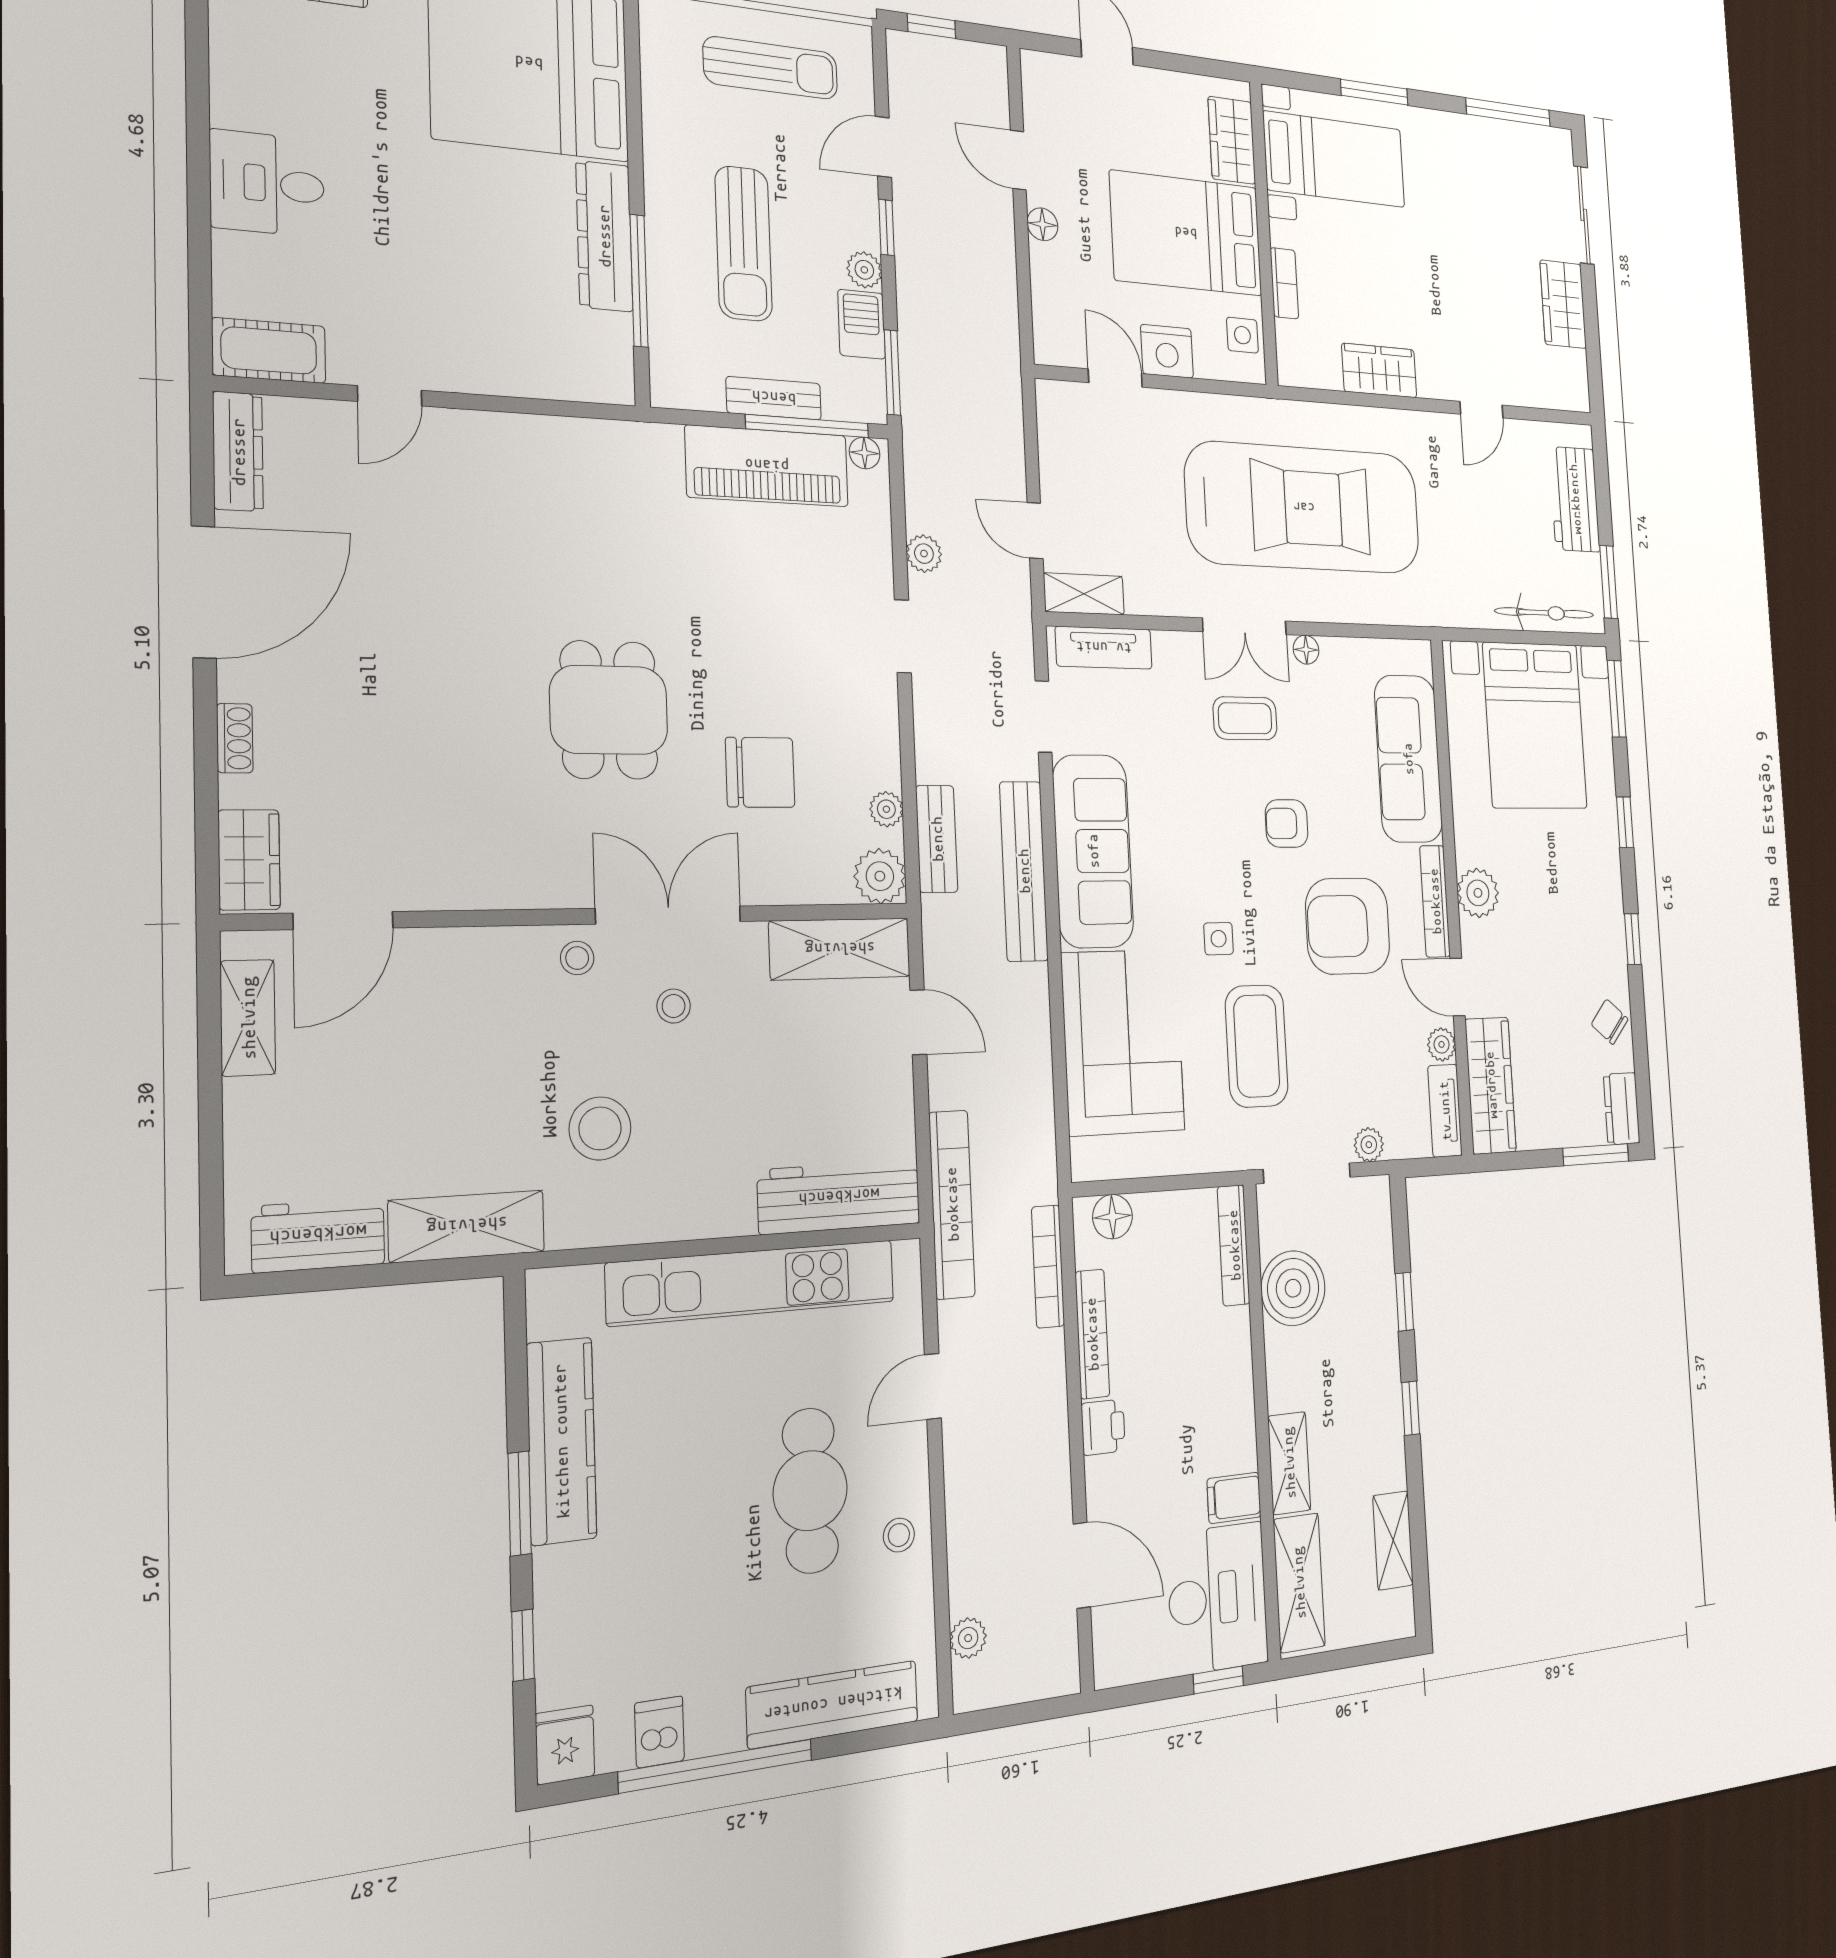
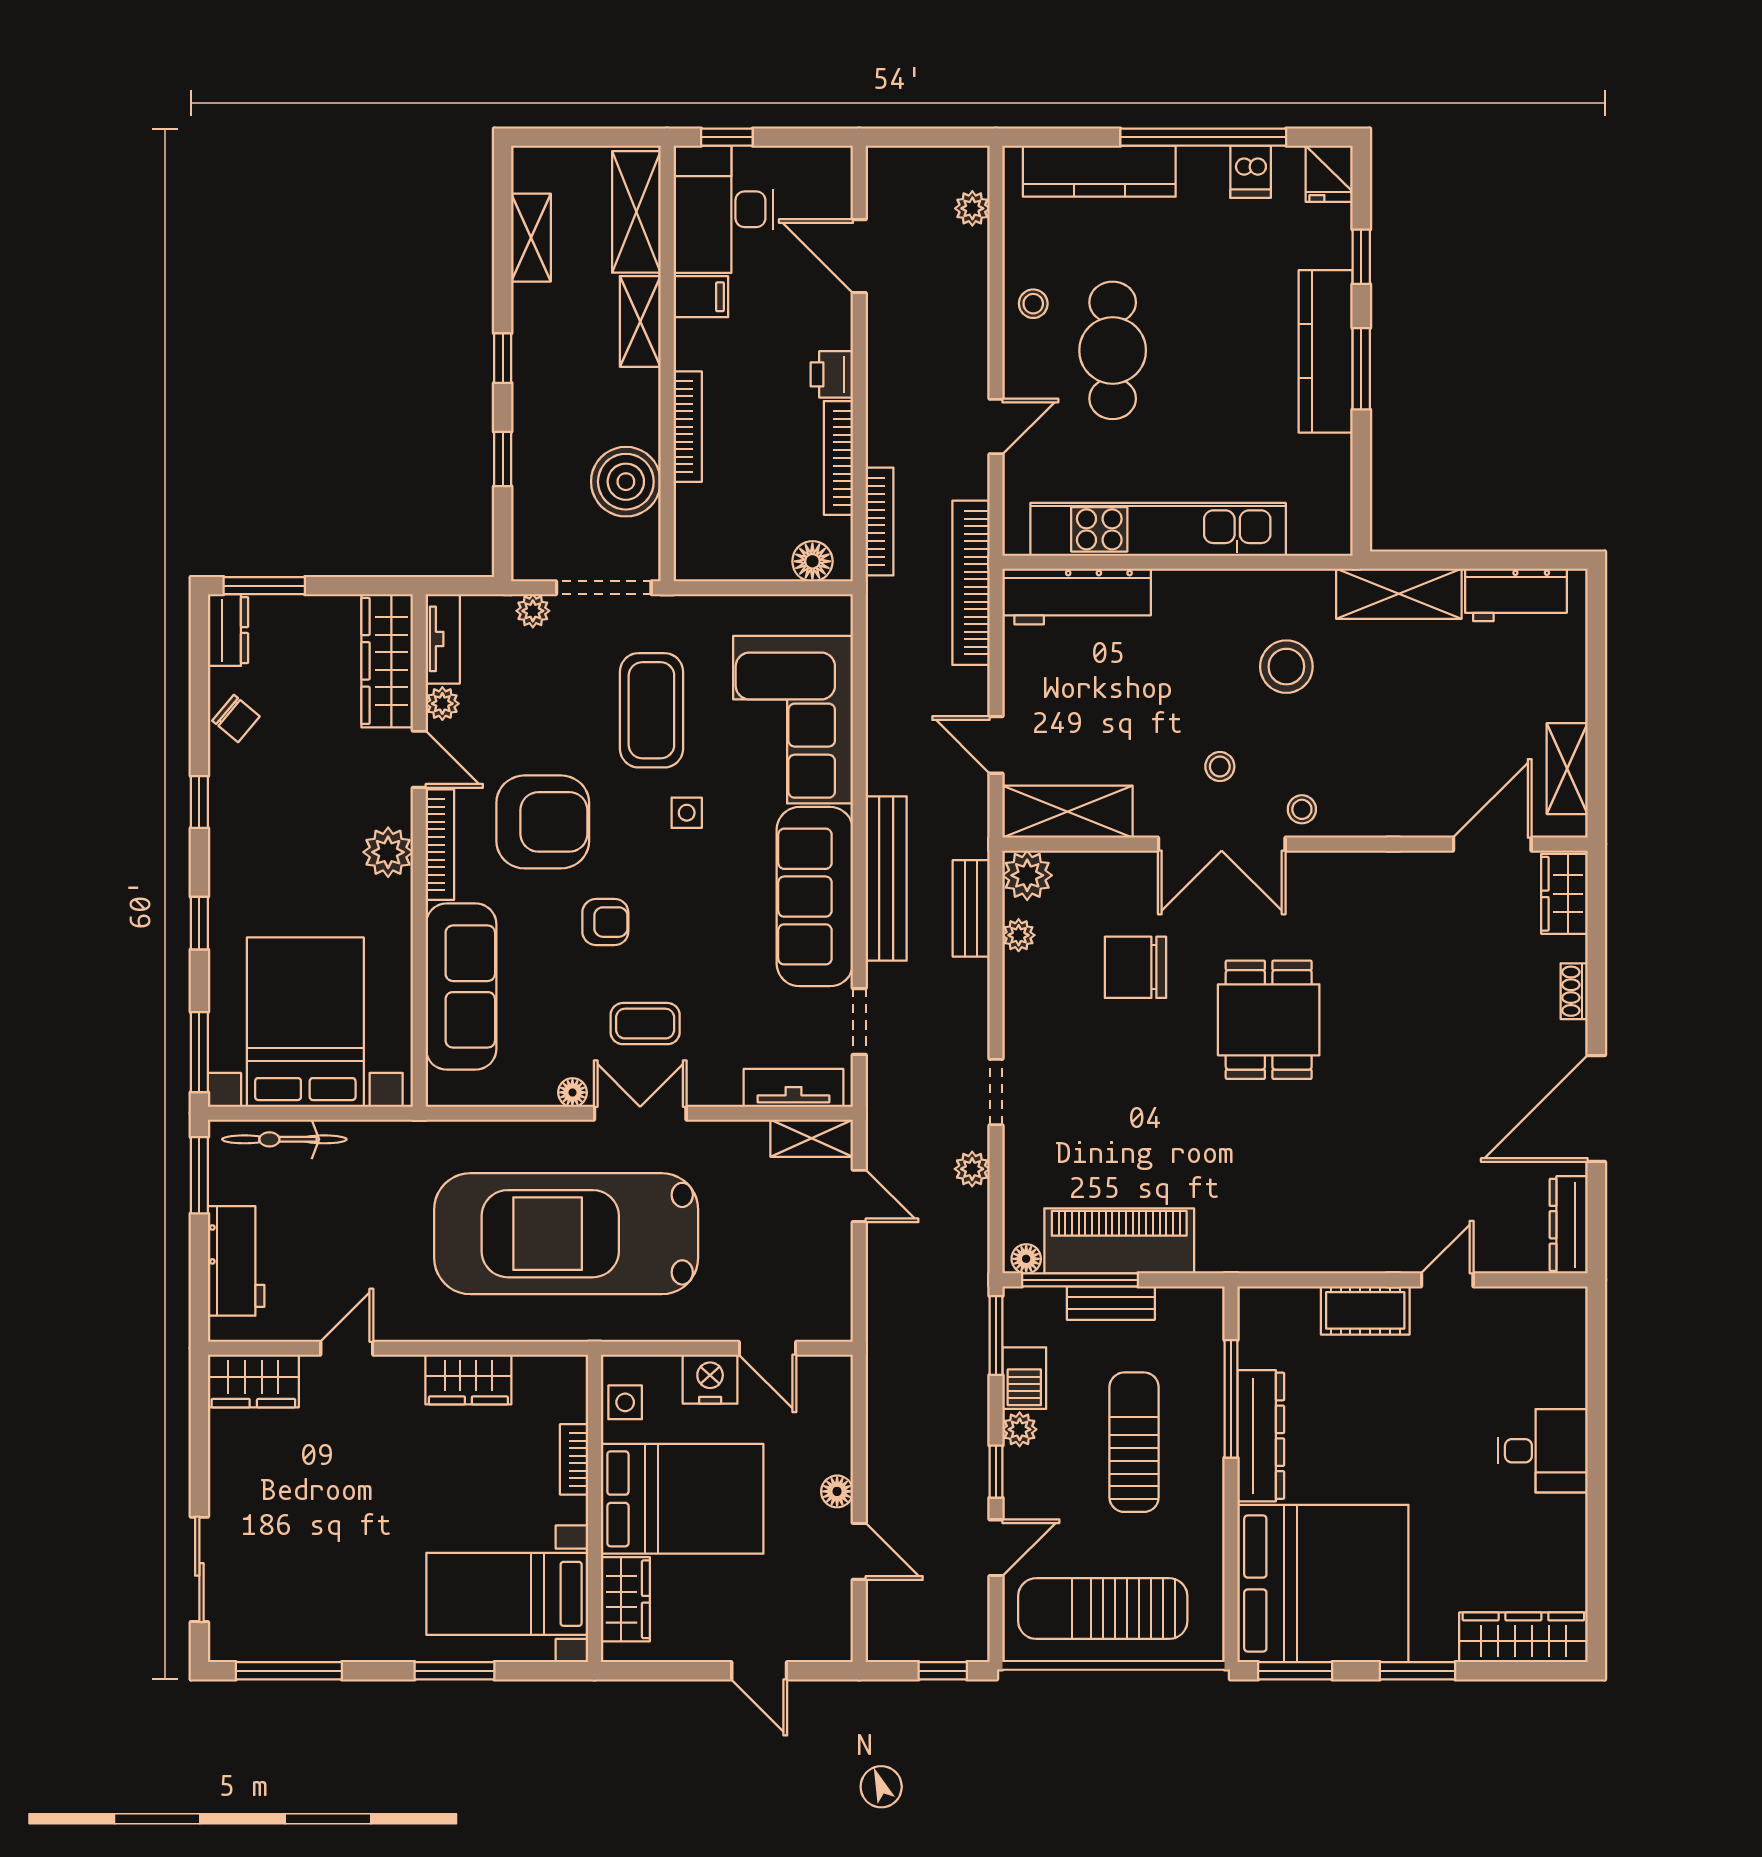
sun lounger: (771, 68) -> (1103, 1609), width x1.36, depth x1.34
wardrobe: (1563, 304) -> (253, 1381), moved, turned 90
cot: (269, 351) -> (1365, 1310), moved
bookcase: (1234, 1245) -> (688, 427), moved
kitchen counter: (561, 1441) -> (1326, 351), moved

